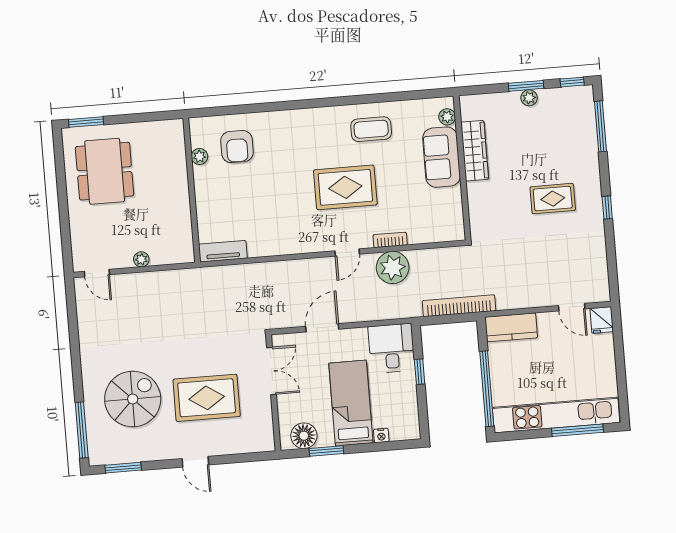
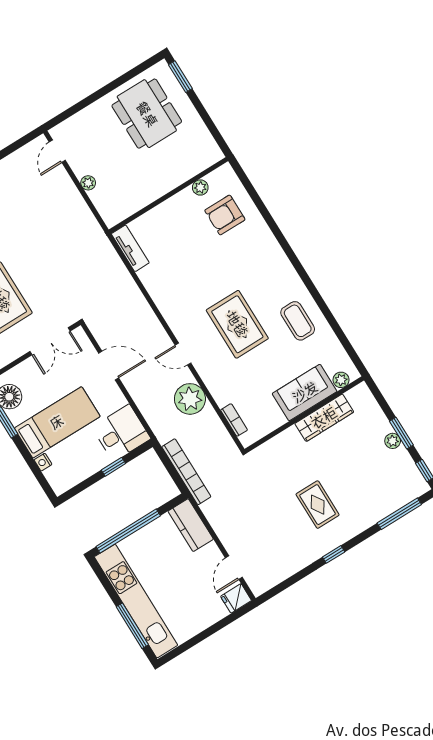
dining table: (105, 171) -> (147, 114), turned 90
bookcase: (390, 240) -> (234, 420), moved

